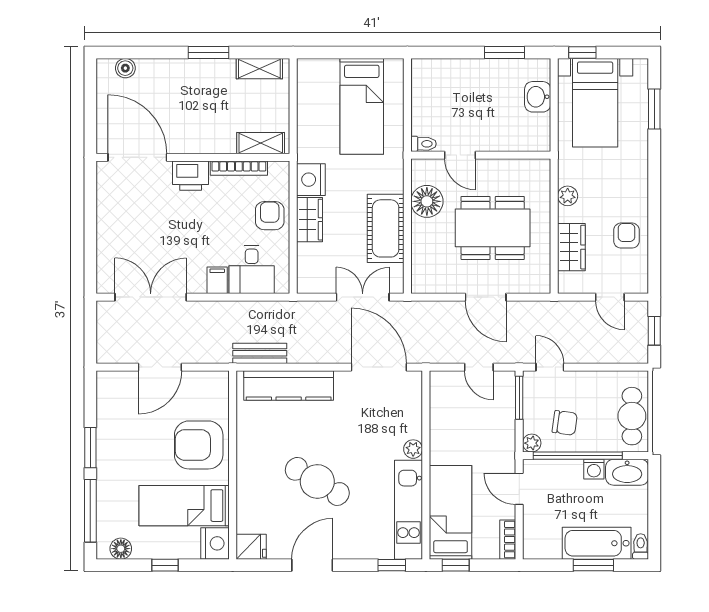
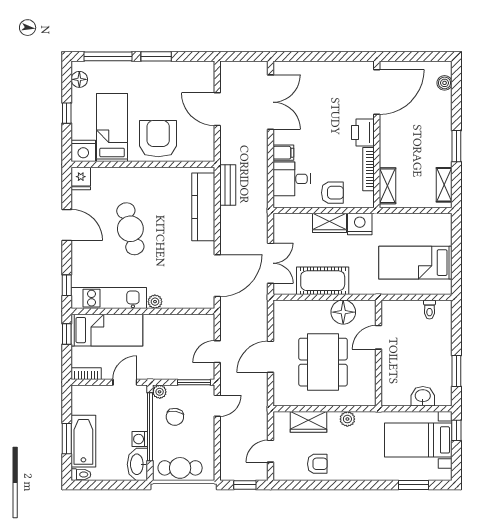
toilet: (423, 144) -> (429, 309), moved
cafe table: (317, 481) -> (130, 229), turned -45

